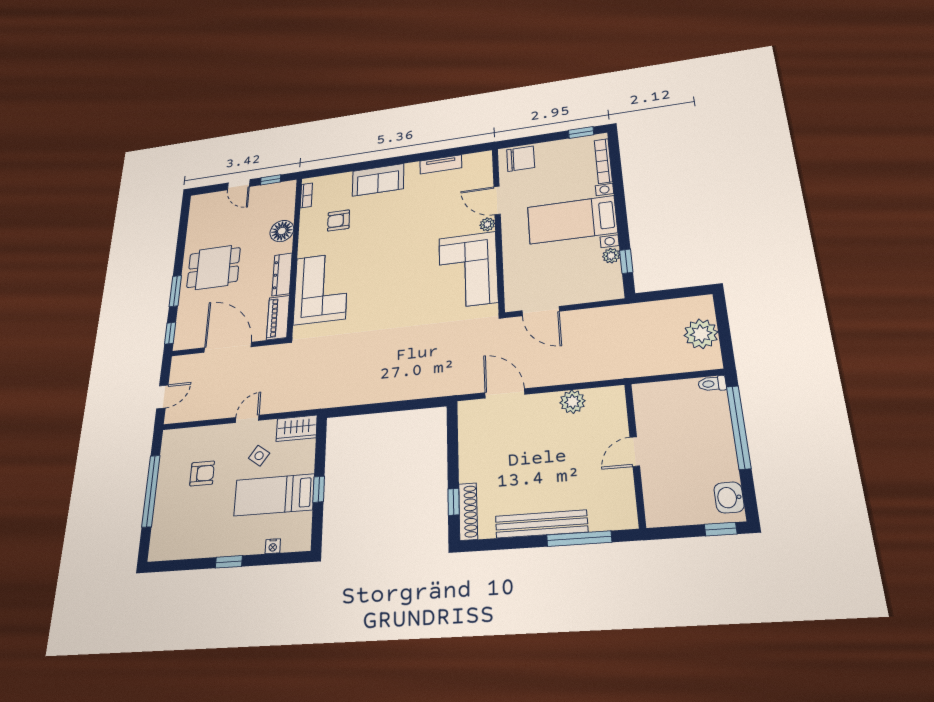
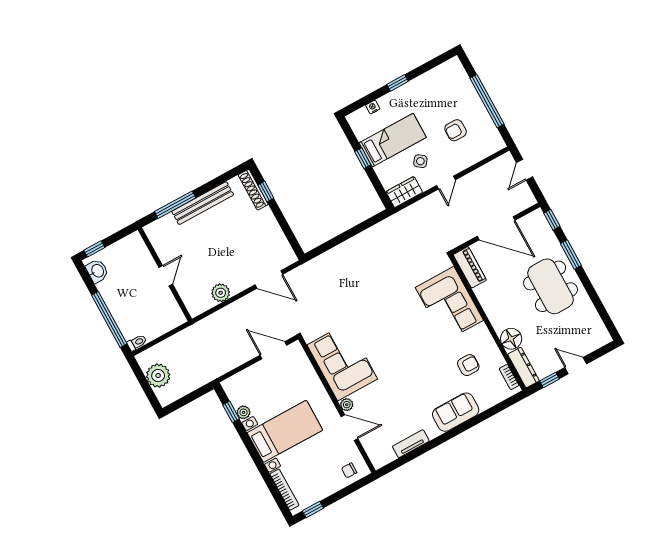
chair: (521, 159) -> (349, 470), width x0.54, depth x0.54
dining table: (214, 268) -> (551, 286), width x1.38
dresser: (282, 274) -> (524, 368), moved

